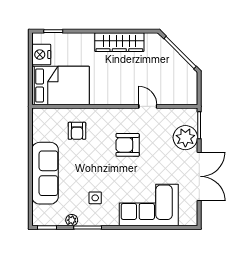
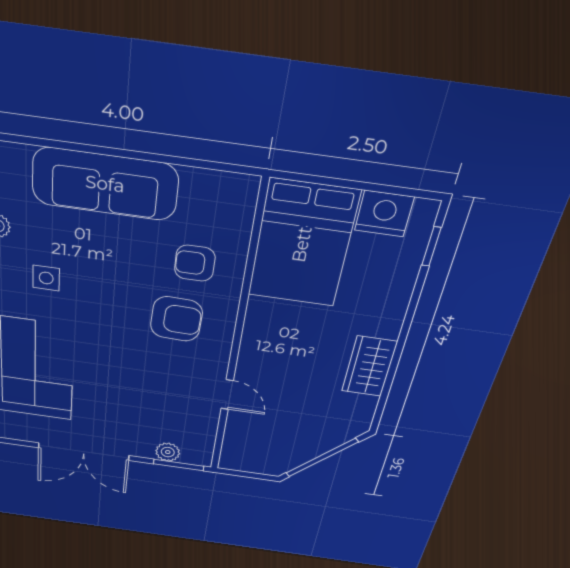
wardrobe: (119, 42) -> (369, 366), width x0.67
door: (148, 106) -> (227, 395), hinge flipped
plant: (185, 138) -> (168, 452), width x0.53, depth x0.53
armchair: (128, 145) -> (176, 319), moved, turned 92

